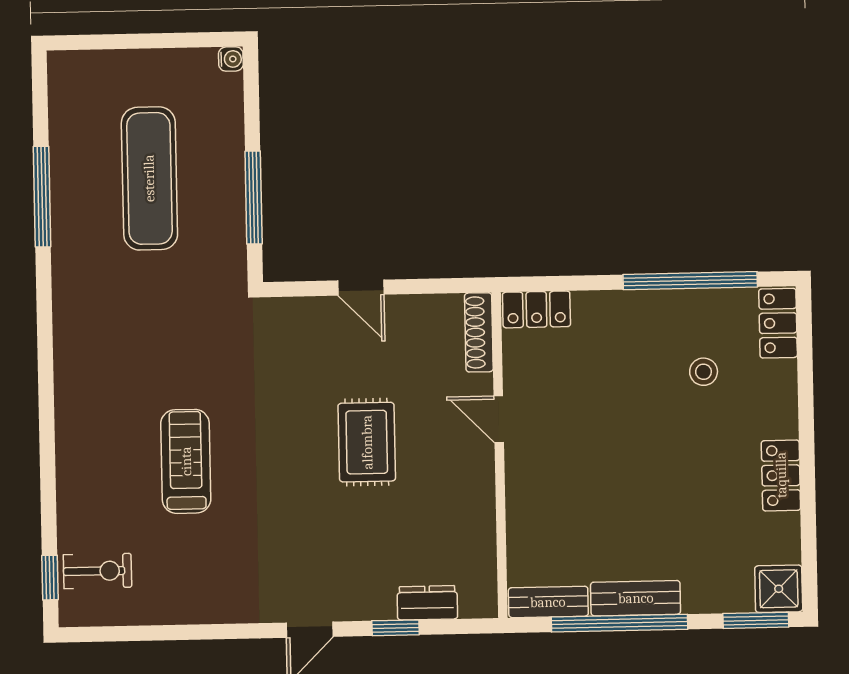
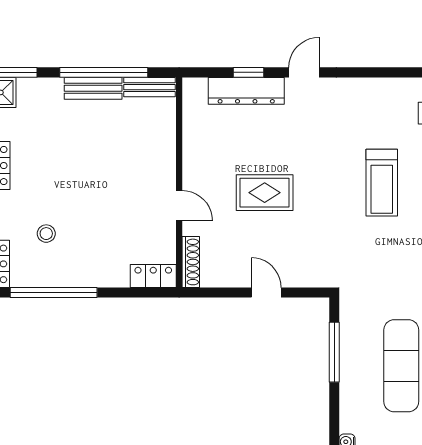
rug: (367, 442) -> (265, 193), turned 90
dresser: (427, 603) -> (246, 91), width x1.96, depth x1.24

